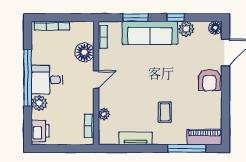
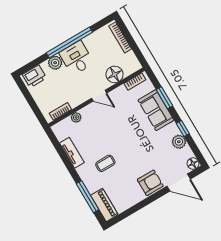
sofa: (150, 33) -> (156, 110), width x0.73
armchair: (209, 80) -> (150, 183), turned 180

